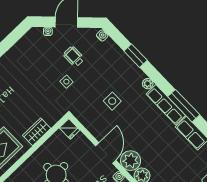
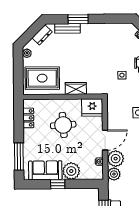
fridge: (70, 129) -> (92, 107), width x1.88, depth x1.34

